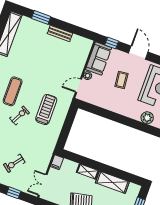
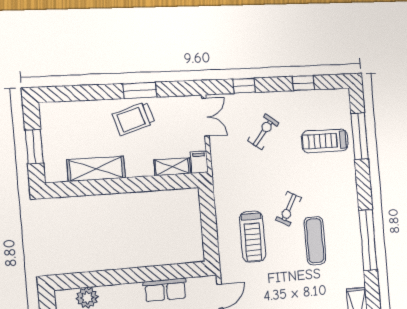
row of seats: (106, 103) -> (165, 290), added
shelving: (88, 172) -> (172, 167), moved

